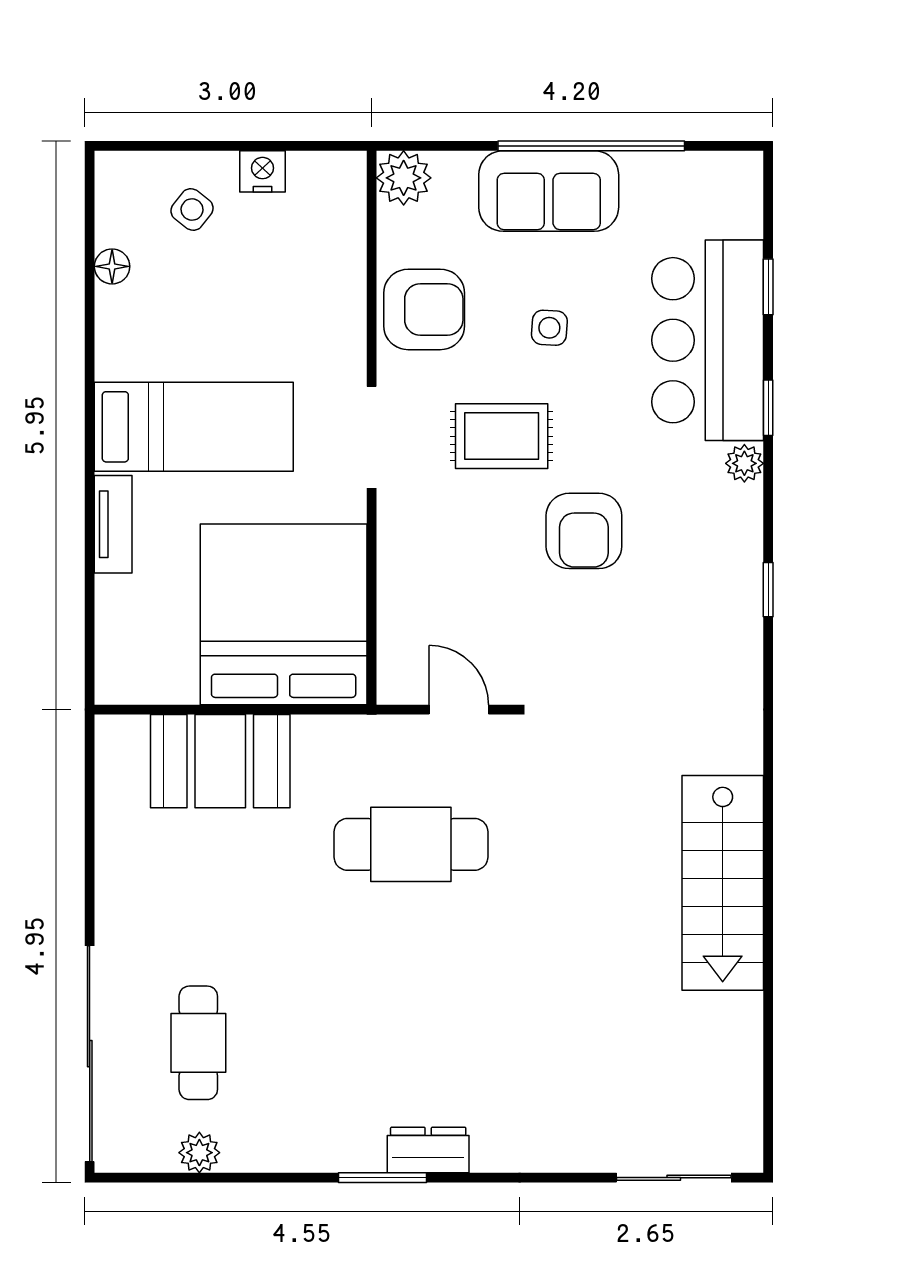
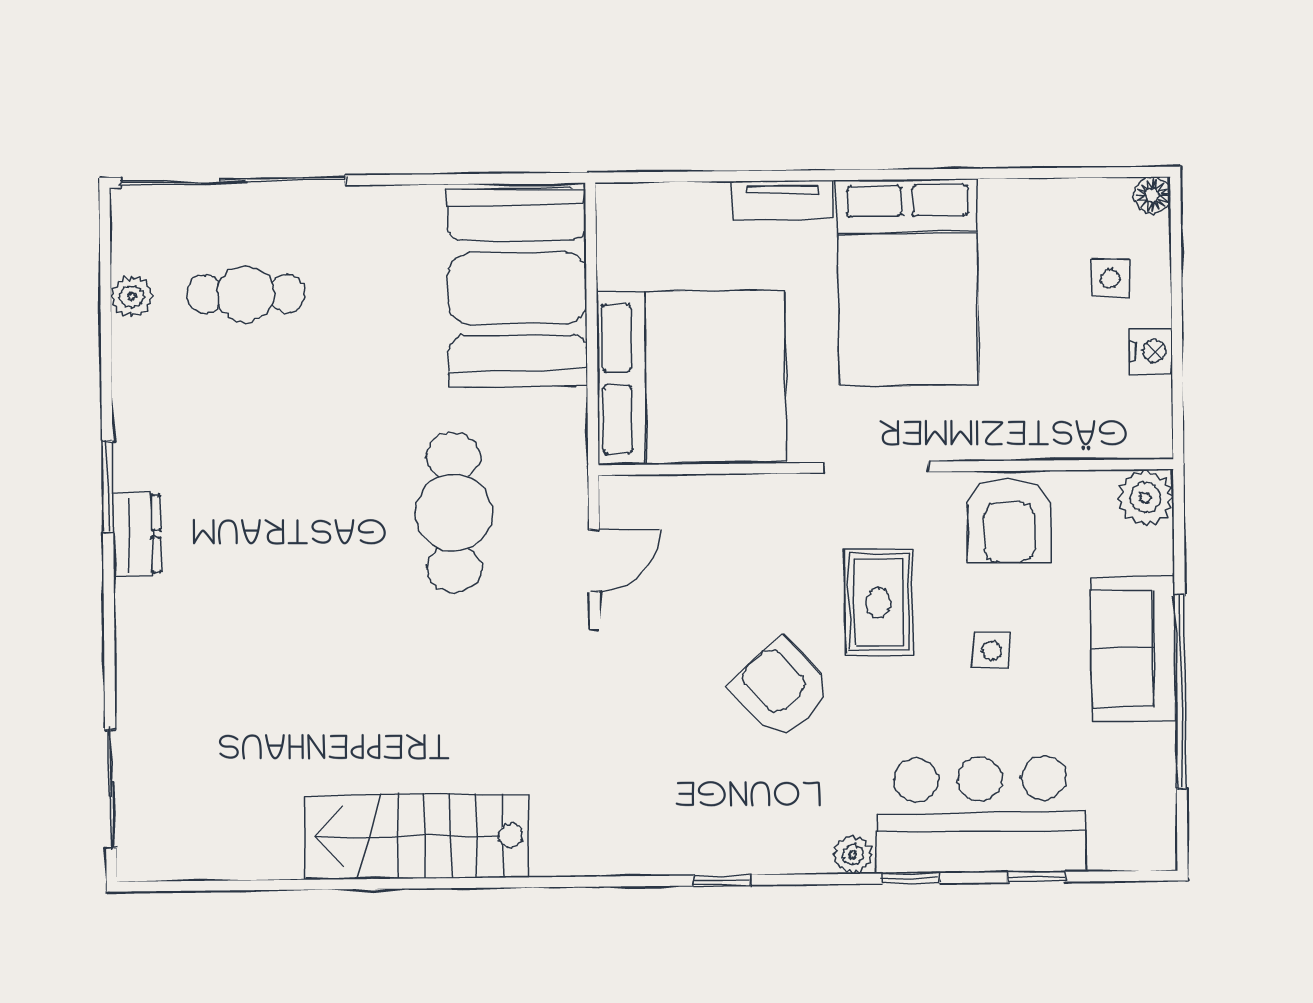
side table: (192, 210) -> (1110, 278), turned -38
floor lamp: (112, 266) -> (1152, 195), moved
bed: (194, 427) -> (908, 282), width x1.50
armchair: (584, 531) -> (781, 689), turned 48
booth: (220, 761) -> (517, 288), width x1.36, depth x1.42

